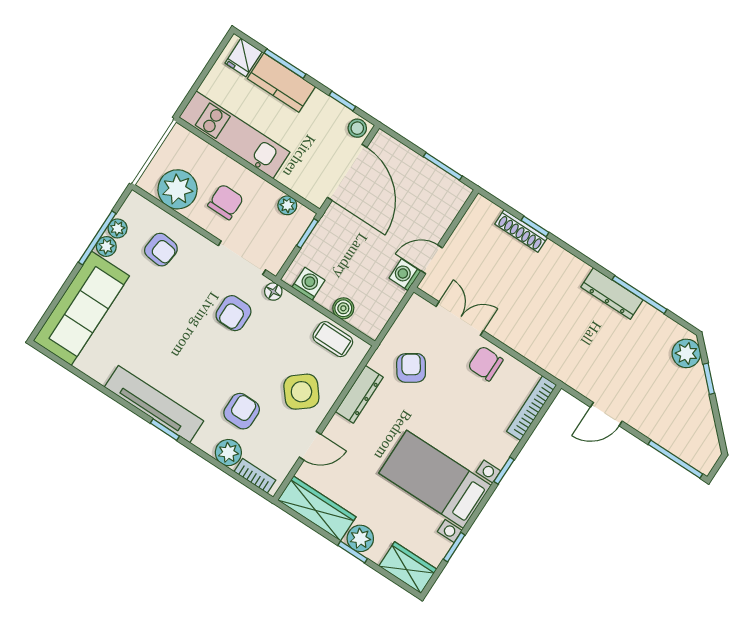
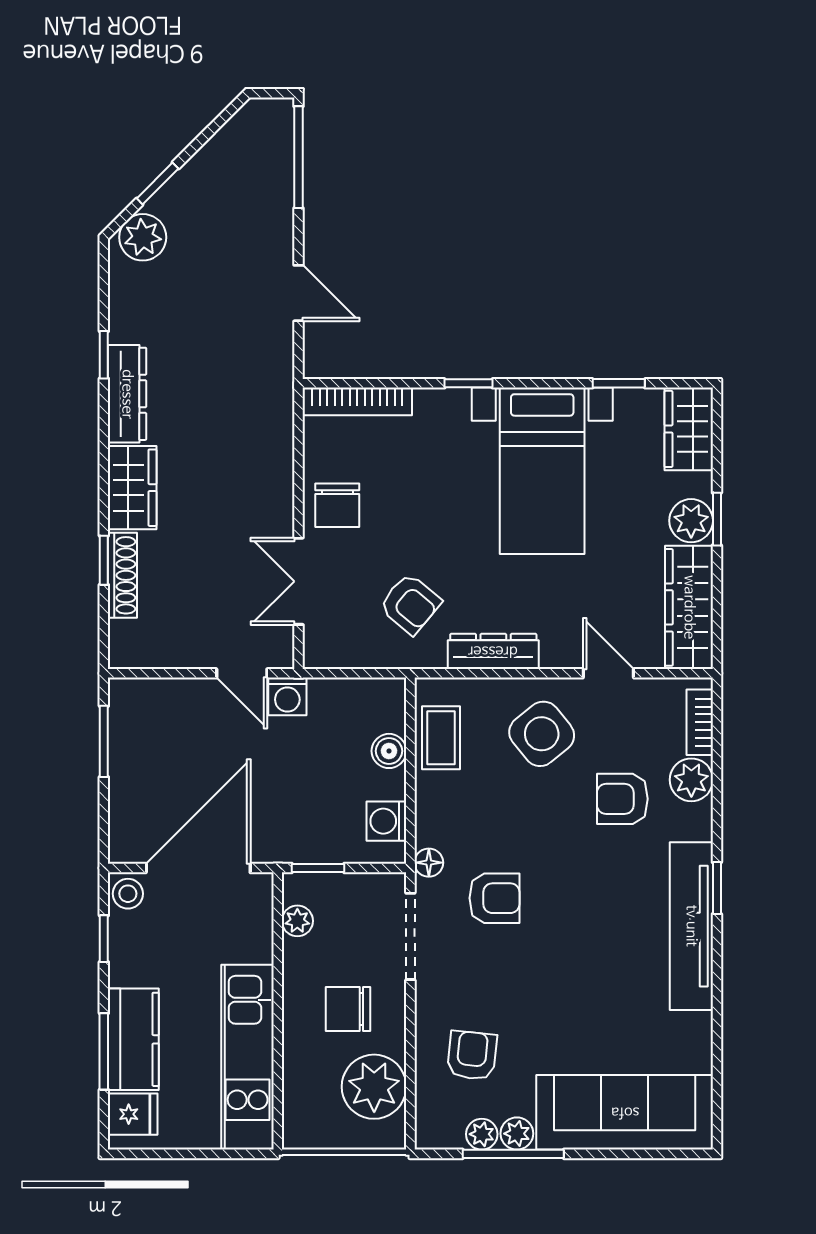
wardrobe: (562, 265) -> (132, 488), added
window: (639, 295) -> (104, 355), width x0.46
armchair: (411, 368) -> (410, 604), turned -106

